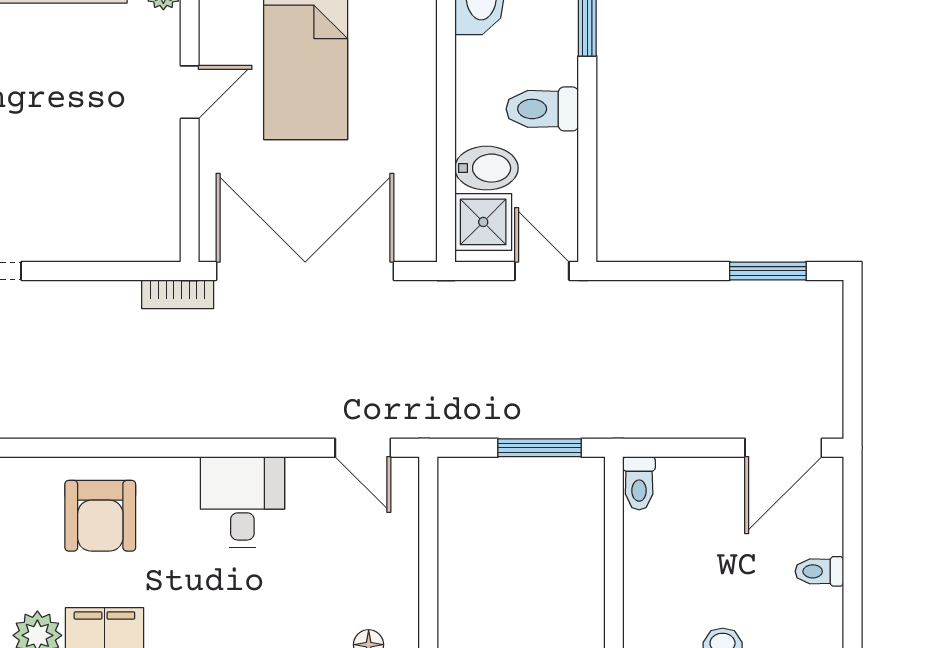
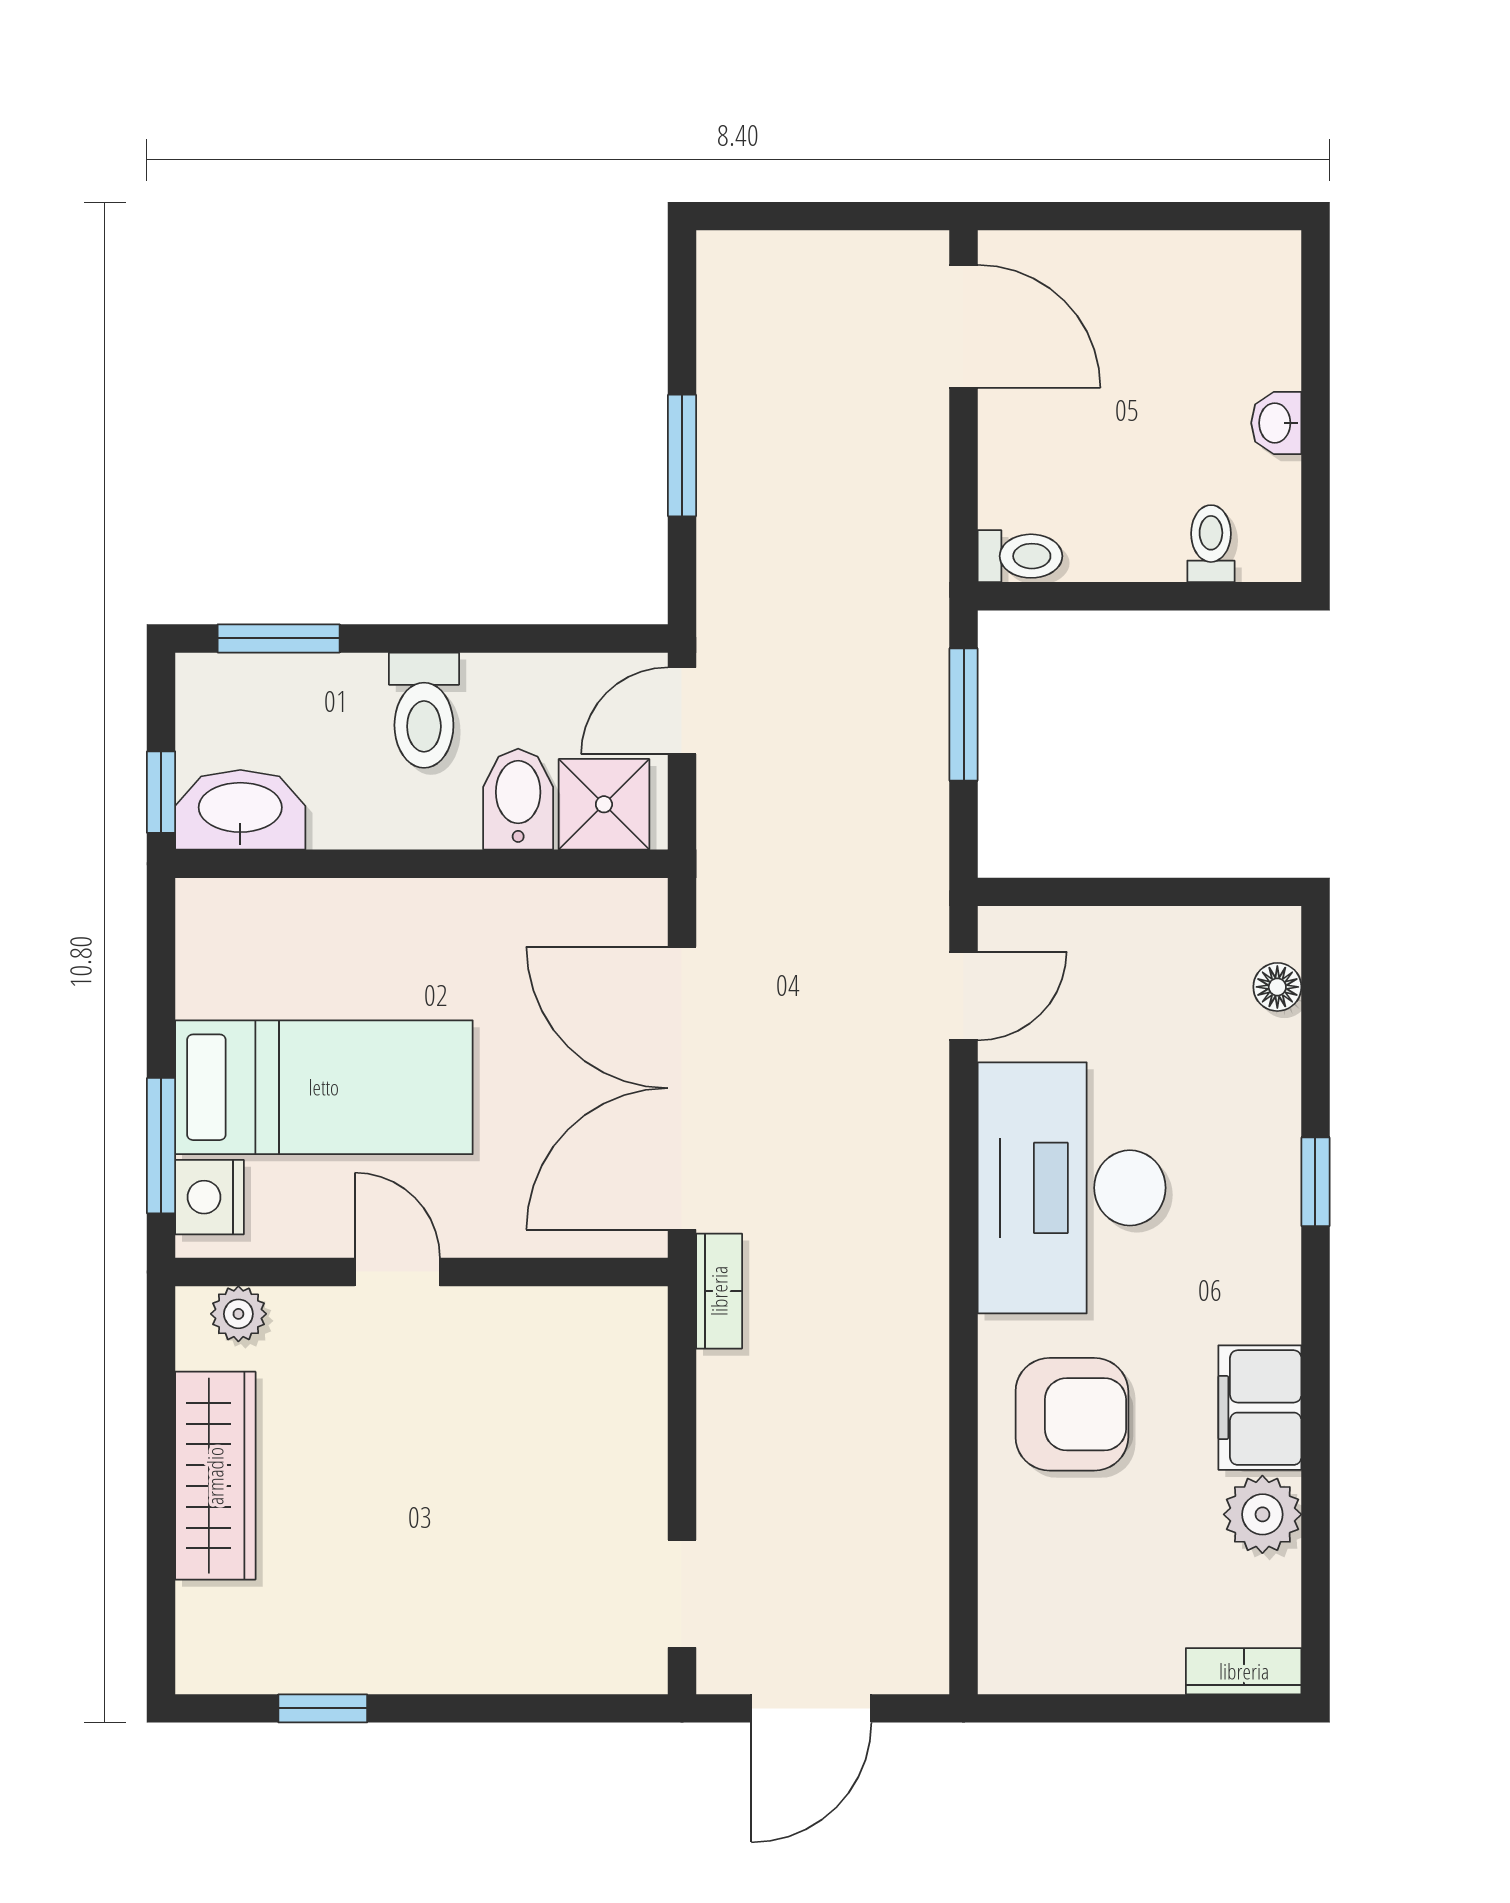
window: (768, 271) -> (682, 456), moved
desk: (242, 502) -> (1072, 1188), width x1.87, depth x1.30
toilet: (819, 571) -> (1211, 544), moved, turned 180

